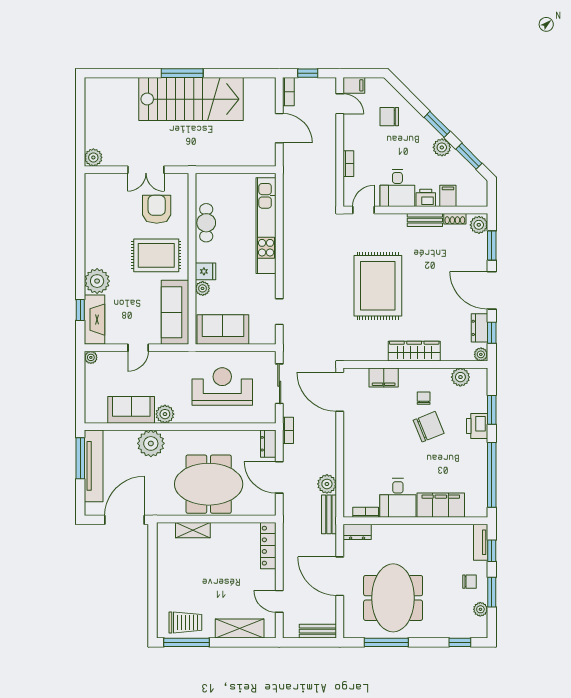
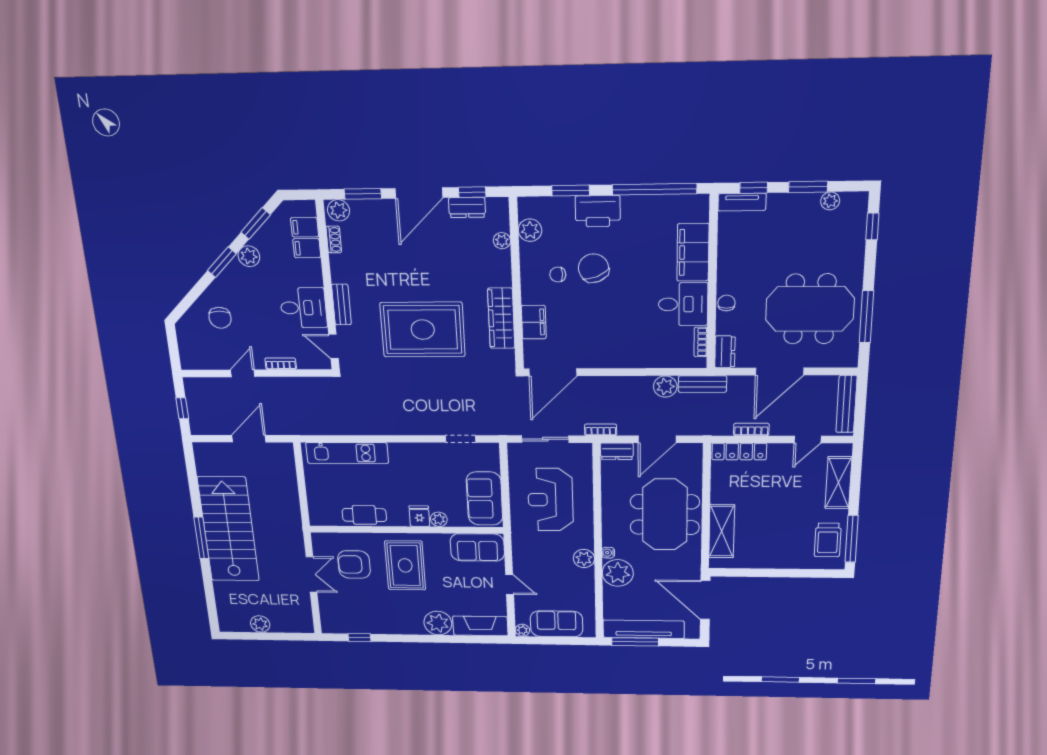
filing cabinet: (354, 85) -> (305, 227), moved, turned -90
bookcase: (288, 92) -> (751, 429), moved
door: (340, 104) -> (243, 373), moved
plant: (93, 157) -> (260, 624), moved
printer: (426, 198) -> (312, 275), removed
bench: (425, 220) -> (341, 305), moved
kitchen unit: (266, 226) -> (347, 453), width x0.73
window: (80, 310) -> (359, 638), moved
sofa: (175, 312) -> (477, 547), width x0.73
wardrobe: (414, 351) -> (501, 318), moved
plant: (481, 354) -> (502, 241), moved
sofa: (131, 410) -> (557, 624), moved, turned 90
printer: (477, 426) -> (598, 211), width x1.37, depth x1.19
water cooler: (171, 435) -> (608, 553), added
shelving: (193, 530) -> (722, 531), width x1.50, depth x1.33
chair: (470, 582) -> (726, 303), moved
trolley: (185, 622) -> (828, 540), turned 180
bench: (318, 631) -> (846, 404), width x1.36

